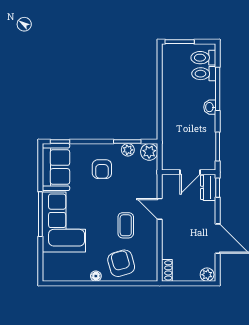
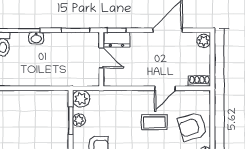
door: (160, 209) -> (165, 88), moved

